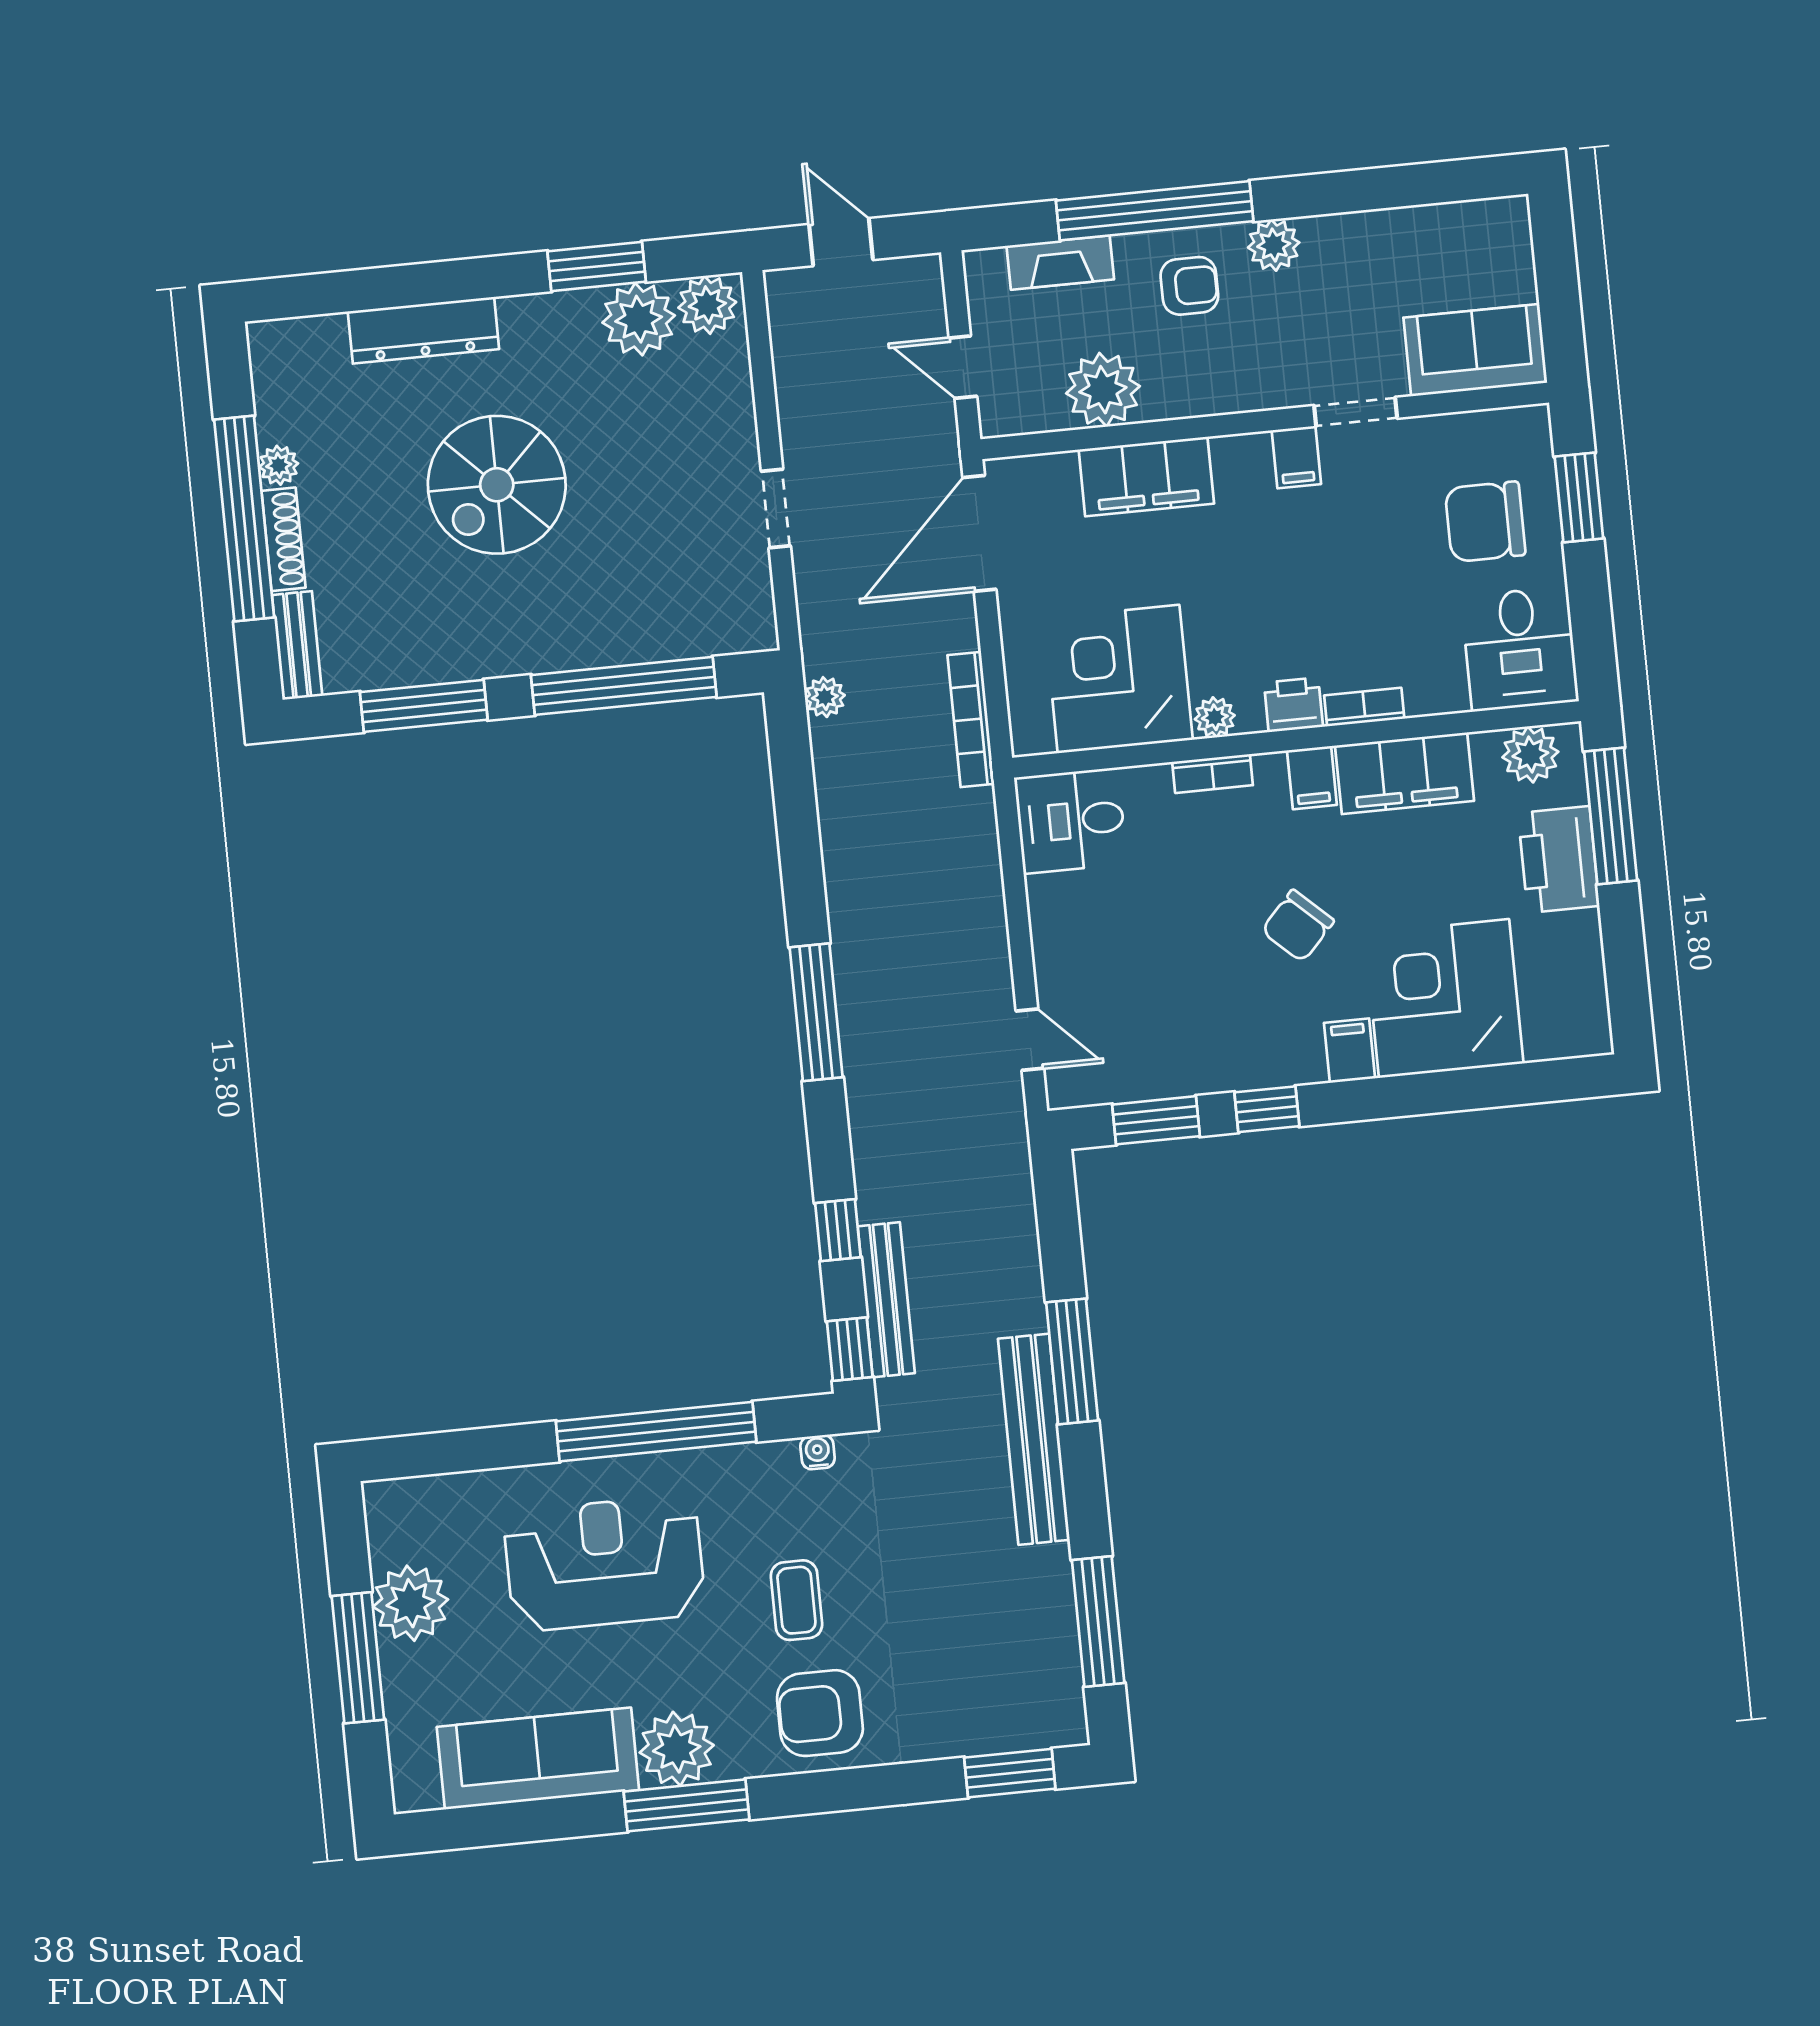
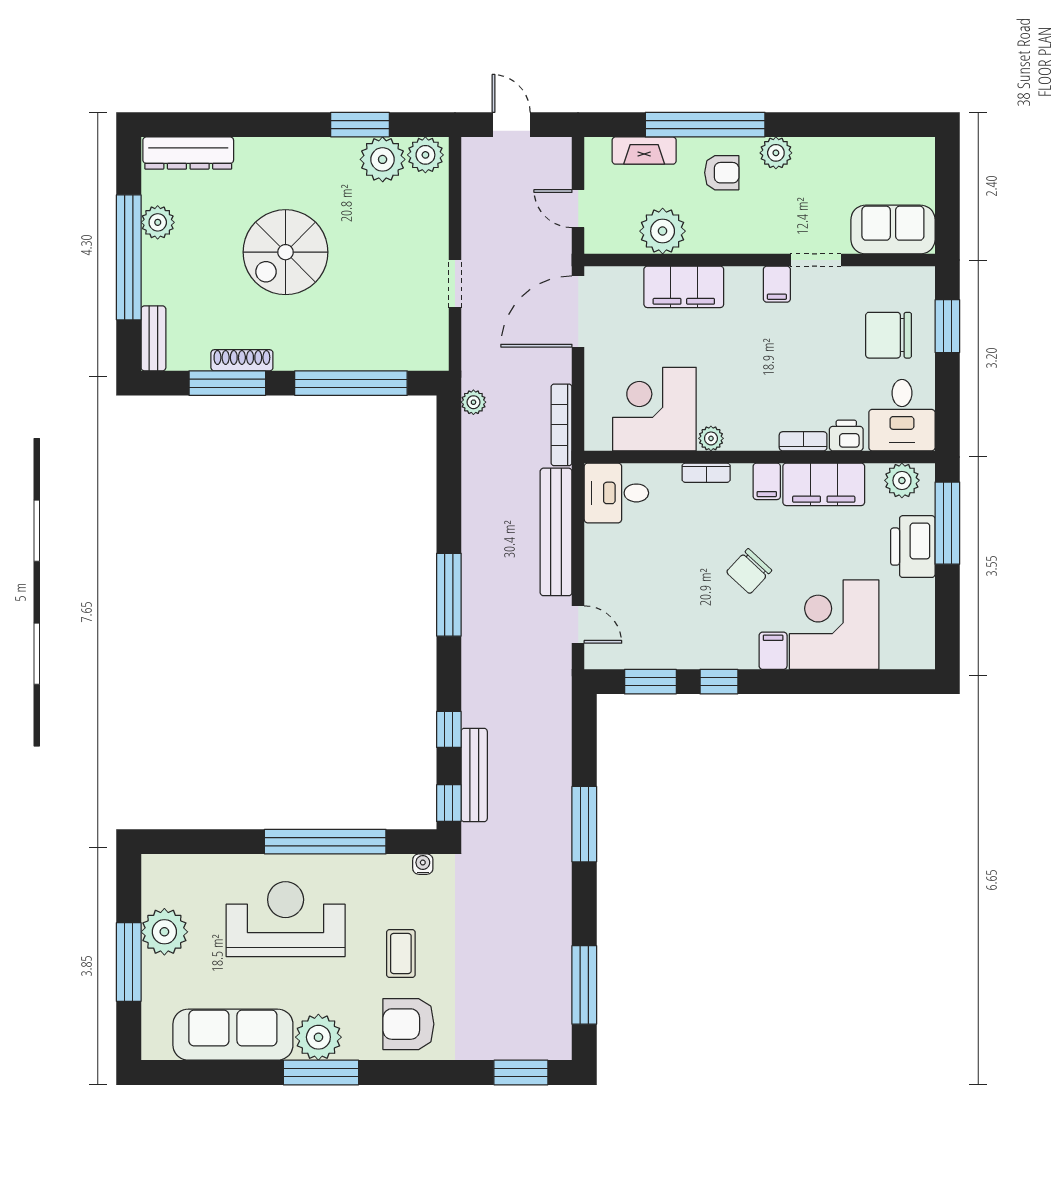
dresser: (423, 330) -> (188, 153), moved
plant: (279, 465) -> (158, 222), width x1.38, depth x1.38
shoe rack: (283, 539) -> (242, 360), moved, turned -90
printer: (1293, 705) -> (846, 436), moved
bench: (1034, 1439) -> (556, 532), moved

